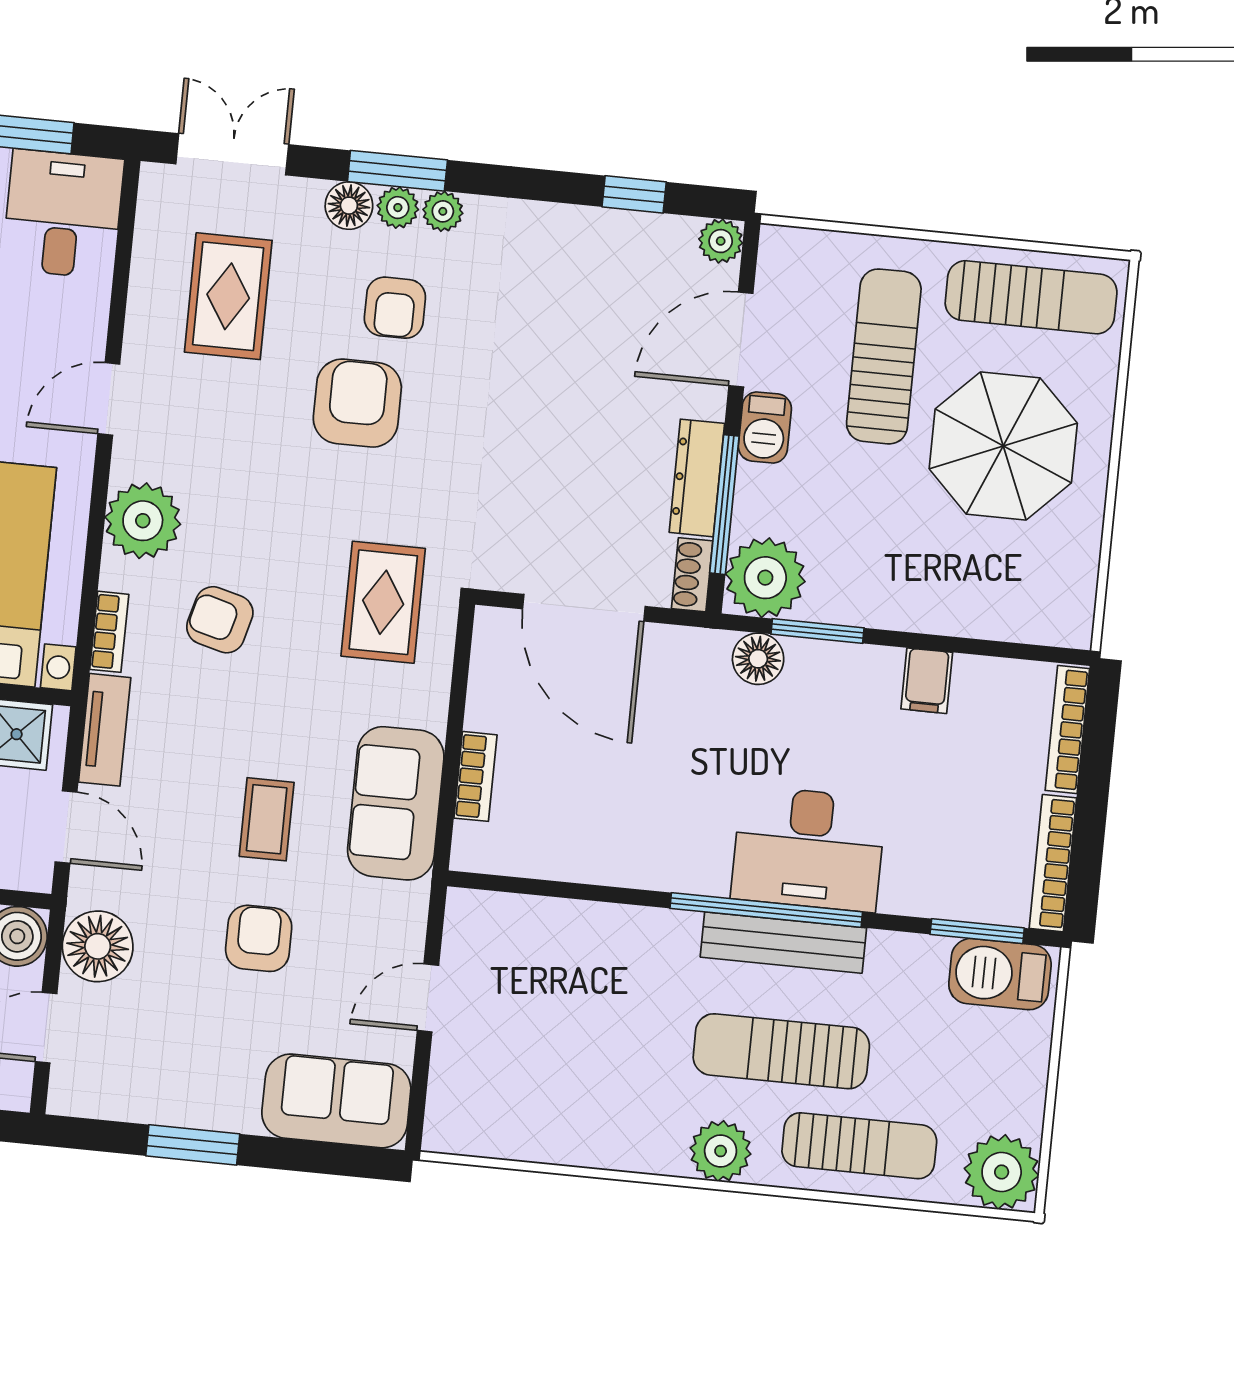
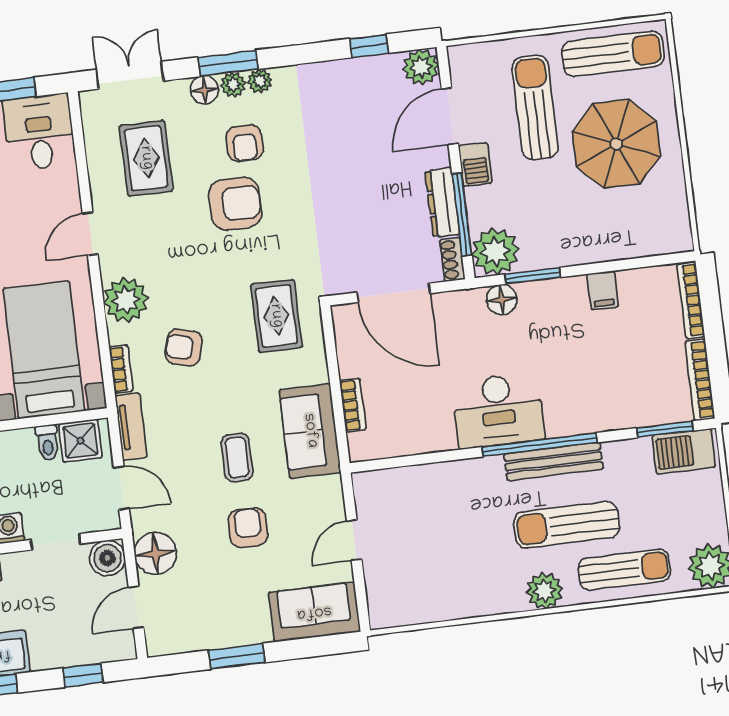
plant: (721, 241) -> (421, 67), width x1.38, depth x1.38
armchair: (357, 403) -> (235, 204), turned 90
desk: (808, 849) -> (498, 411), moved

